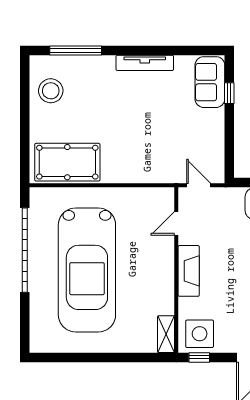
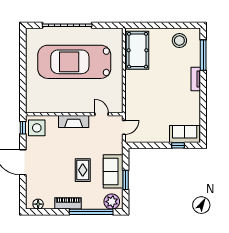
tv unit: (145, 63) -> (196, 79), moved, width x0.71
garage door: (25, 250) -> (67, 25), moved
shelving: (166, 334) -> (37, 108), removed

